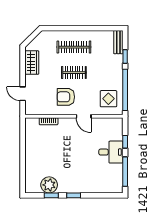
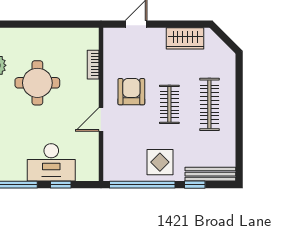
bench: (118, 42) -> (210, 174), width x1.36
display table: (108, 99) -> (160, 162), moved
desk: (111, 152) -> (51, 162), width x1.37
round table: (60, 157) -> (37, 83), added

